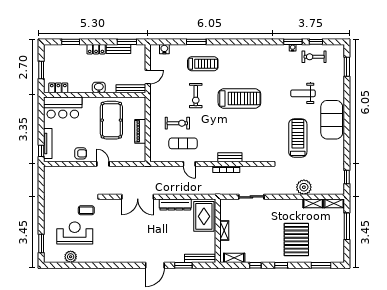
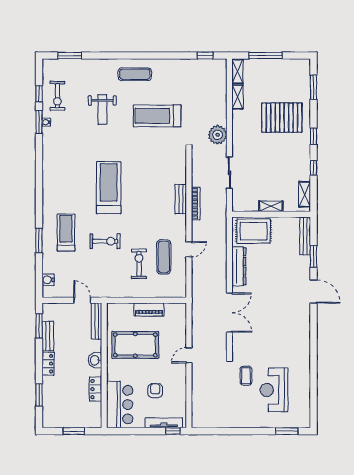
locker: (58, 88) -> (96, 389), moved
exercise mat: (332, 120) -> (135, 74), width x0.50, depth x0.69
armchair: (81, 153) -> (155, 391), moved
plant: (304, 187) -> (218, 135), moved
plant: (71, 257) -> (303, 395), removed

